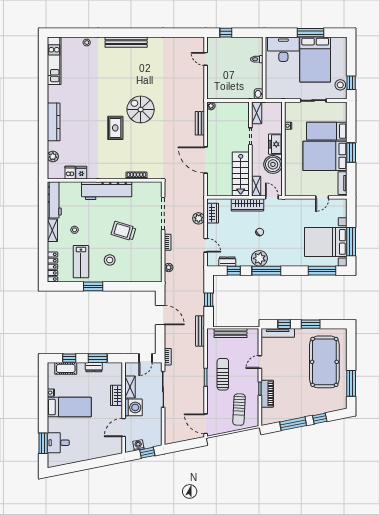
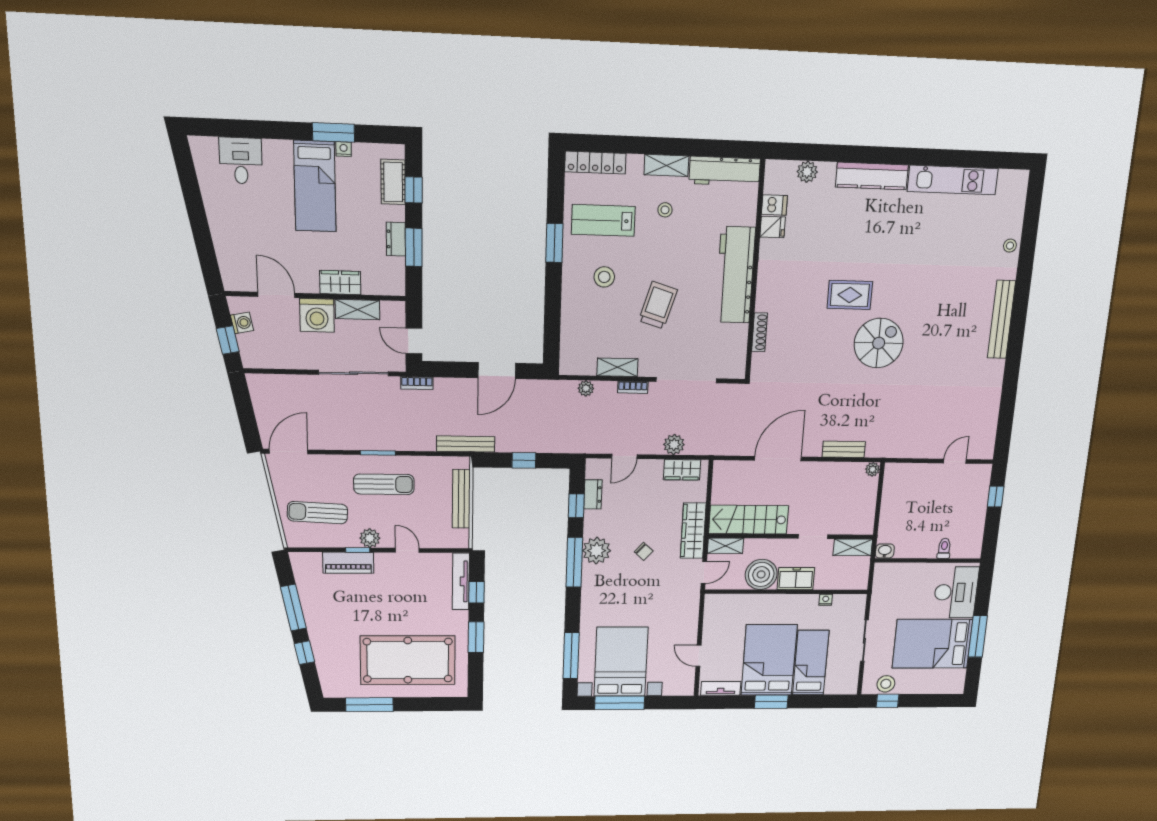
kitchen unit: (54, 61) -> (953, 180), moved
shelving: (157, 251) -> (617, 367), added
plant: (253, 382) -> (370, 538), added
window: (43, 443) -> (333, 132), moved

